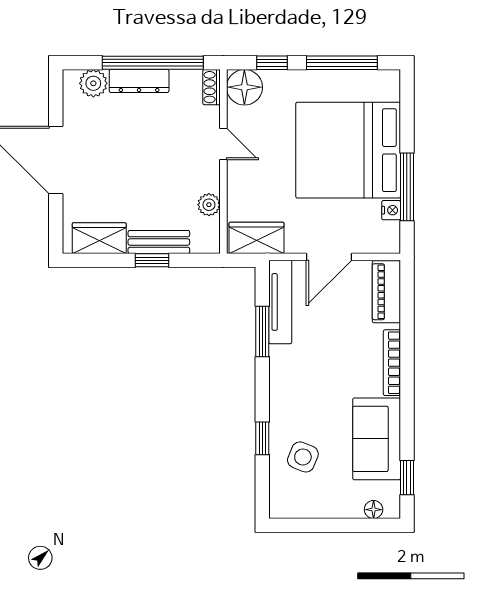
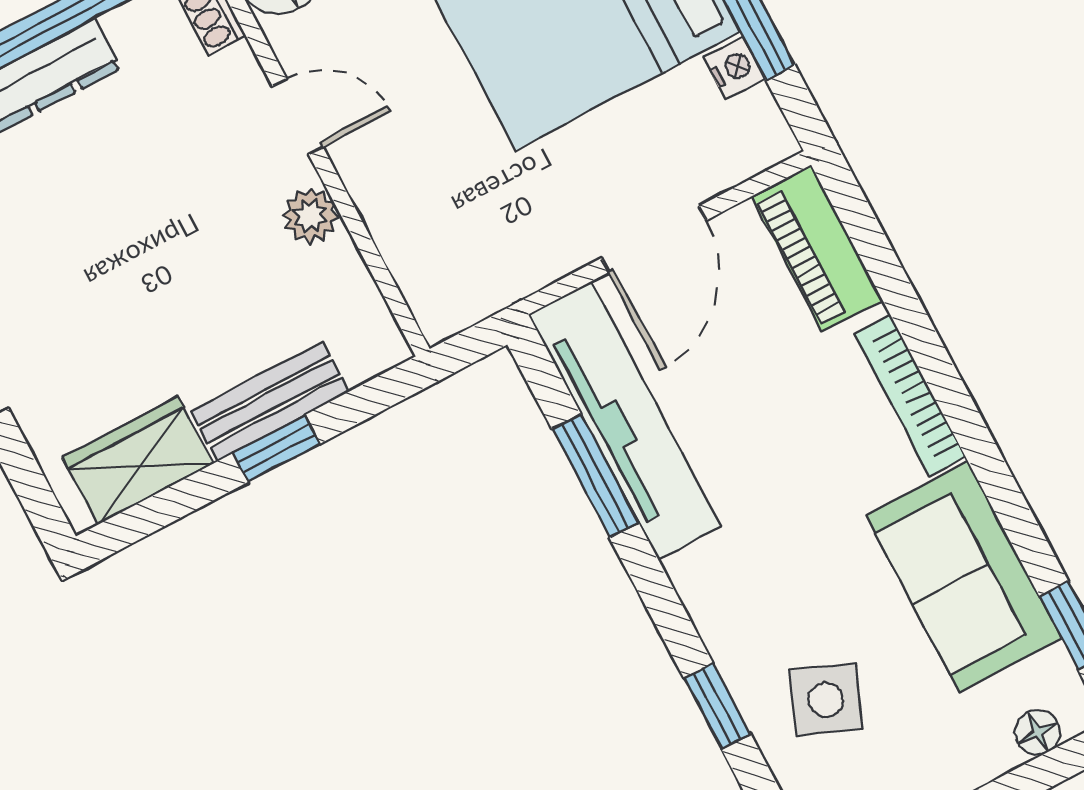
plant: (209, 205) -> (310, 216), moved
wardrobe: (256, 238) -> (476, 281), removed
tv unit: (280, 302) -> (625, 421), width x1.36, depth x1.29

